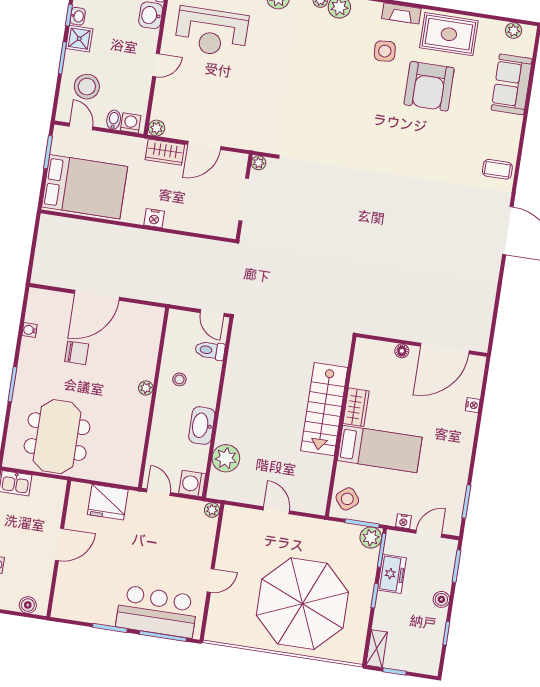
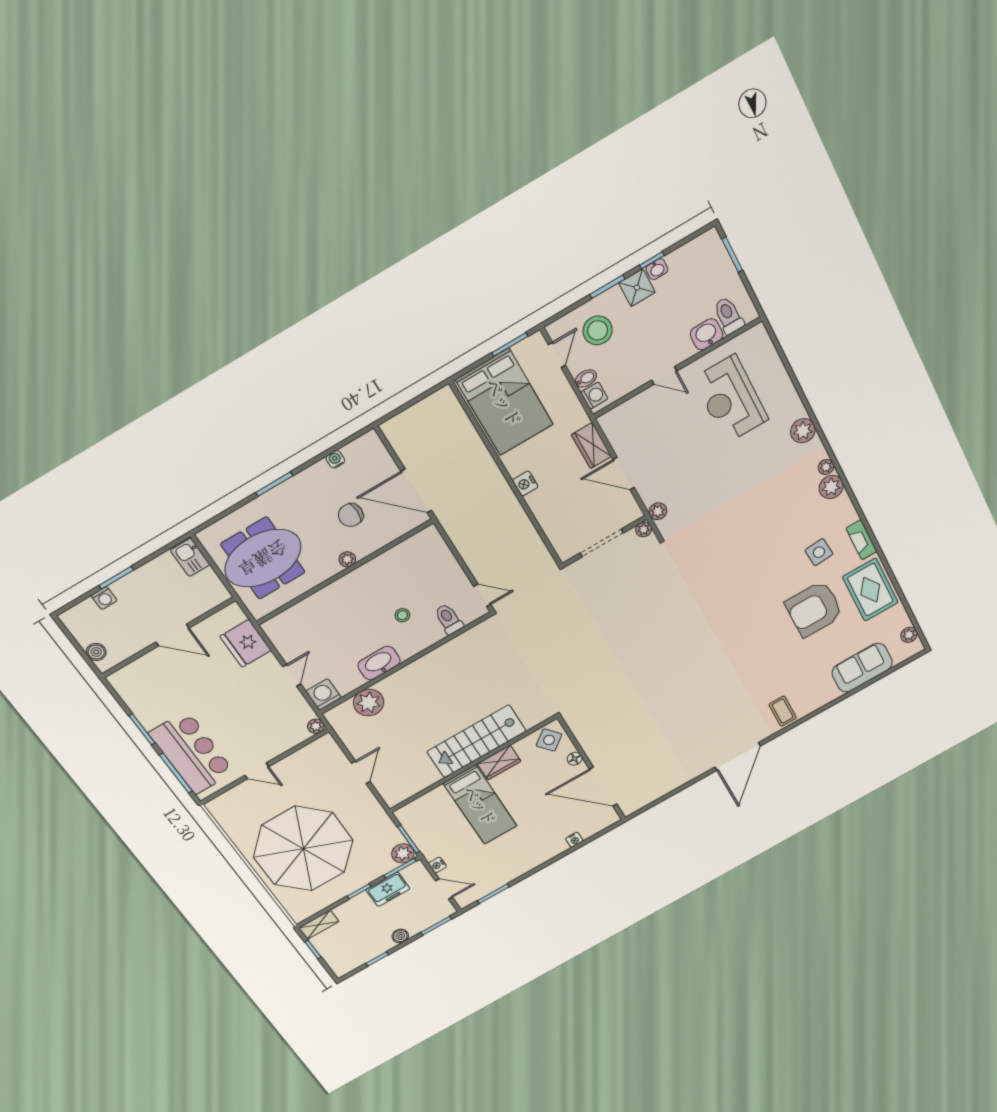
plant: (157, 128) -> (658, 511), moved
door: (212, 313) -> (482, 595), swing flipped
chair: (77, 353) -> (351, 515), turned 90
plant: (146, 388) -> (347, 559), moved
wall: (154, 398) -> (344, 572), moved
side table: (347, 499) -> (549, 740), moved

